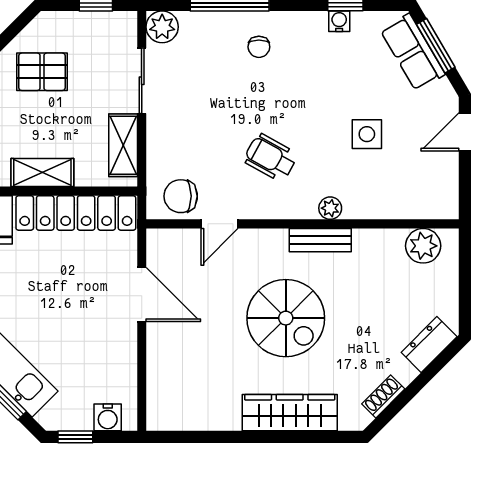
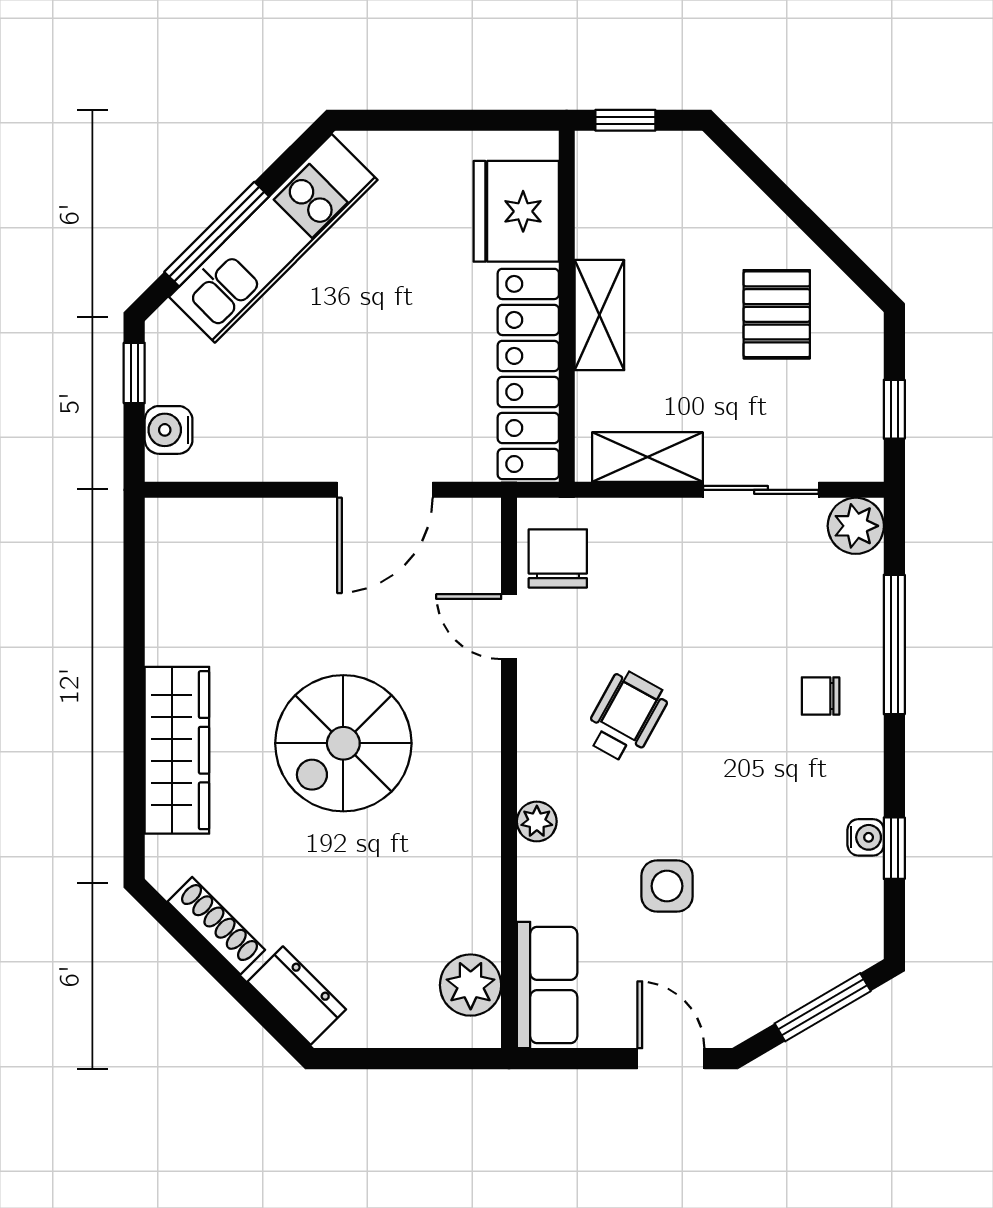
row of seats: (413, 52) -> (547, 985), moved, turned 120
bench: (320, 240) -> (480, 804), removed
shoe rack: (383, 396) -> (216, 926), width x1.43

